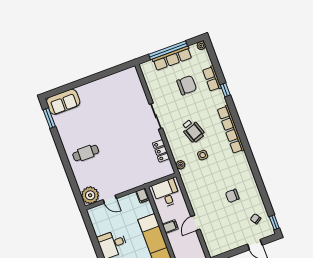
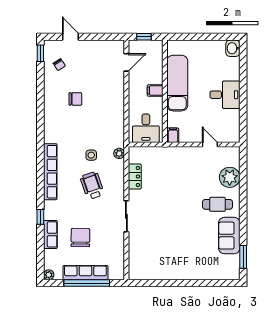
chair: (187, 85) -> (80, 238), turned 91
sofa: (63, 102) -> (229, 236), moved, turned -90
plant: (90, 195) -> (230, 177), moved
door: (195, 223) -> (126, 62), moved

